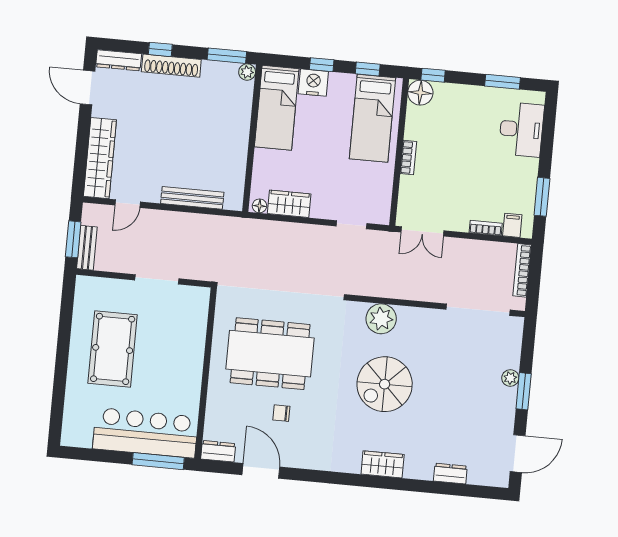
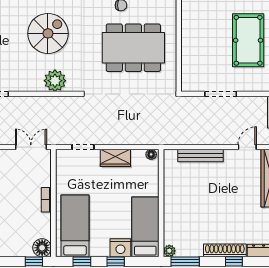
wardrobe: (289, 204) -> (115, 158), moved

